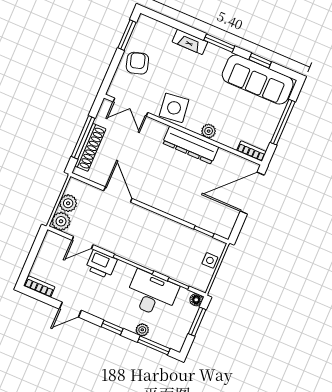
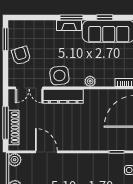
fireplace: (190, 42) -> (69, 25), moved
dresser: (191, 145) -> (63, 96), moved
plant: (68, 203) -> (15, 160), moved

